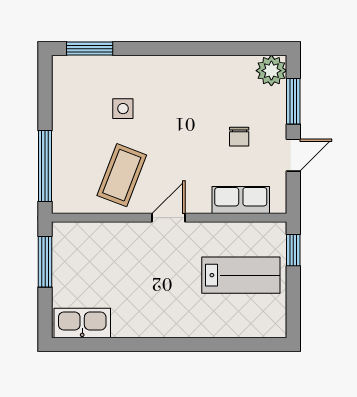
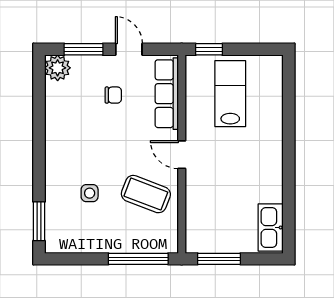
row of seats: (241, 200) -> (167, 94), width x1.48

